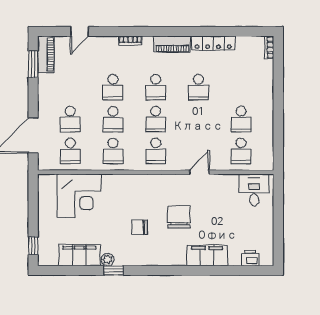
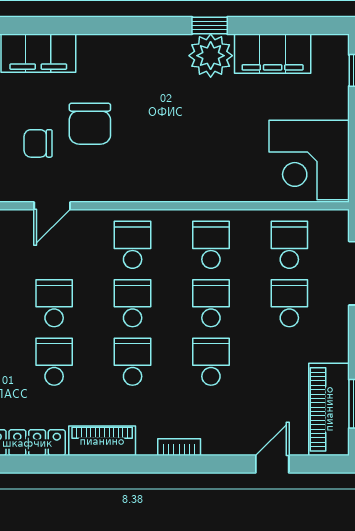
piano: (46, 54) -> (329, 409), width x1.37, depth x1.33
school desk: (198, 119) -> (54, 303), added
corner desk: (79, 196) -> (309, 160), moved, turned -90
chair: (140, 227) -> (38, 143), moved, turned 180
plant: (108, 260) -> (211, 56), width x1.87, depth x1.87

